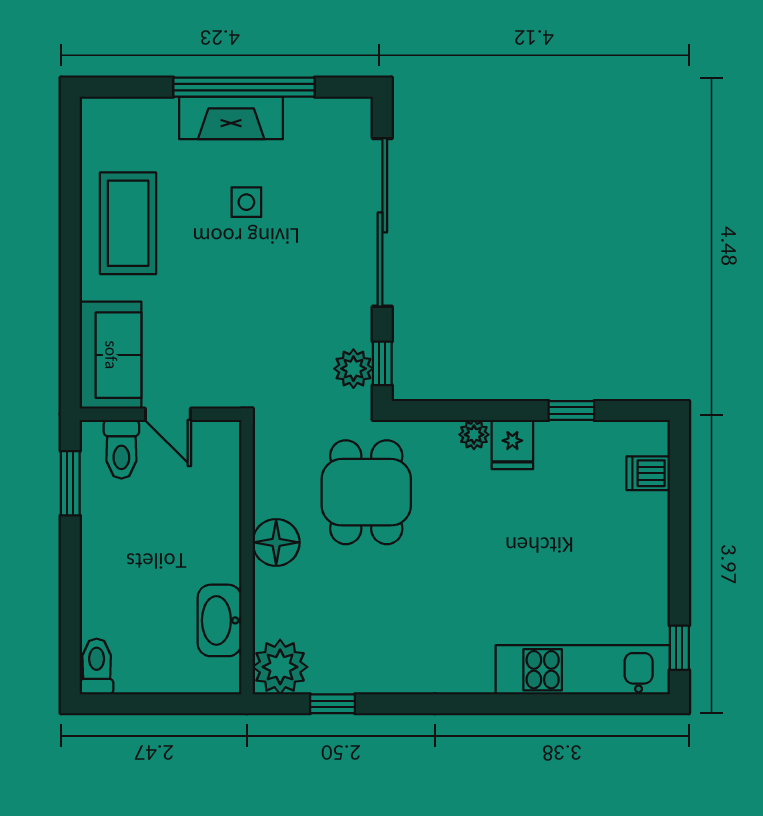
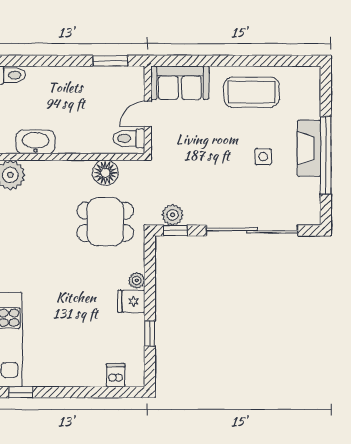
toilet: (121, 449) -> (129, 138), moved
floor lamp: (276, 542) -> (105, 173), moved

